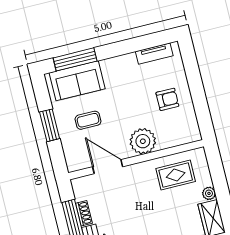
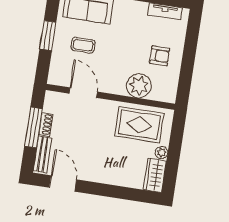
plant: (143, 141) -> (139, 86), moved
rug: (176, 175) -> (139, 125), width x1.36, depth x1.43

